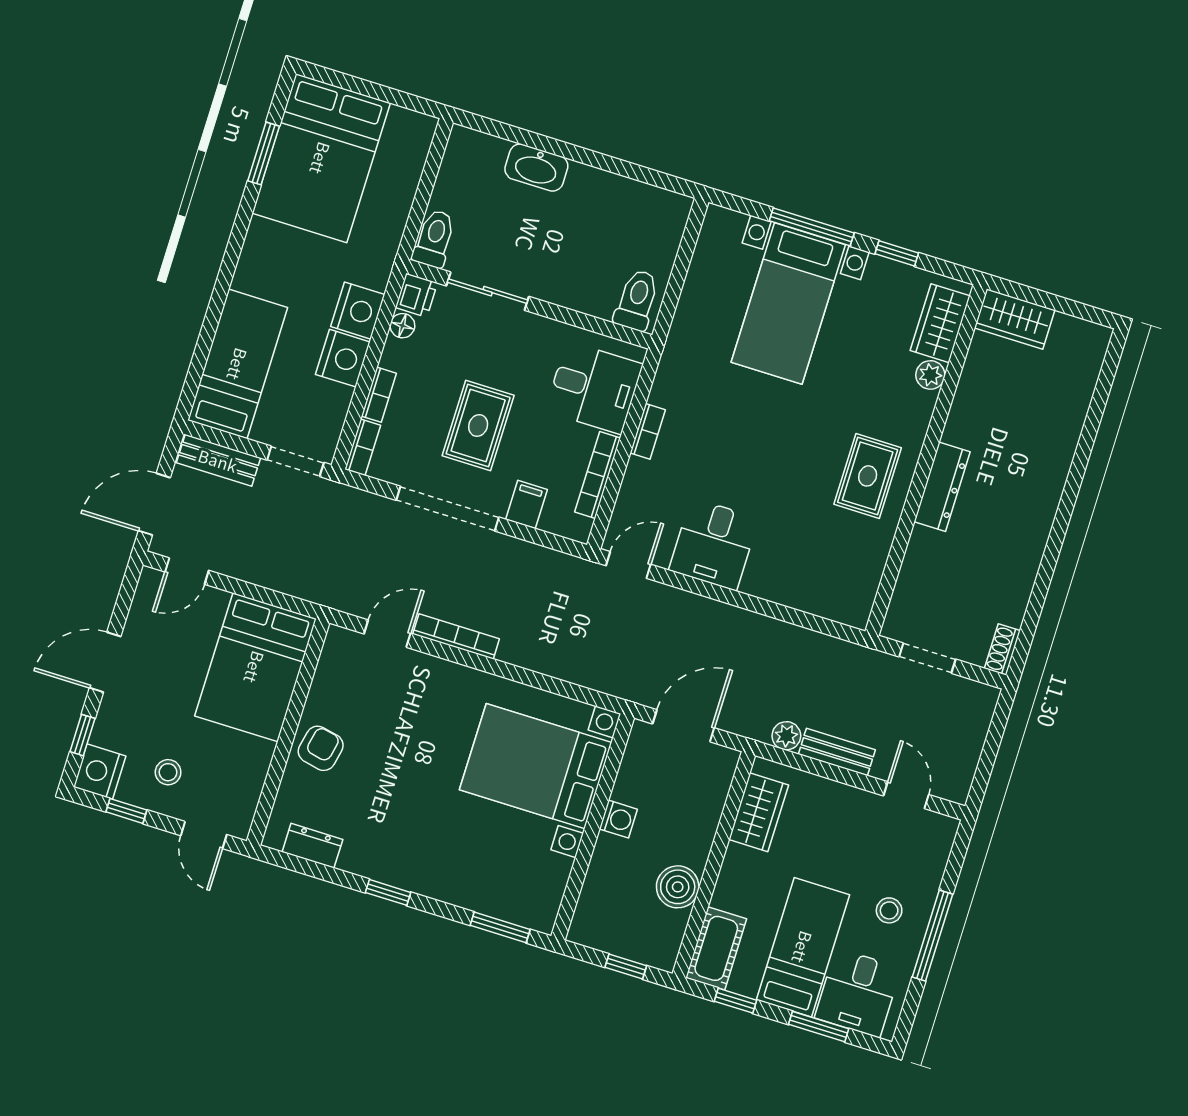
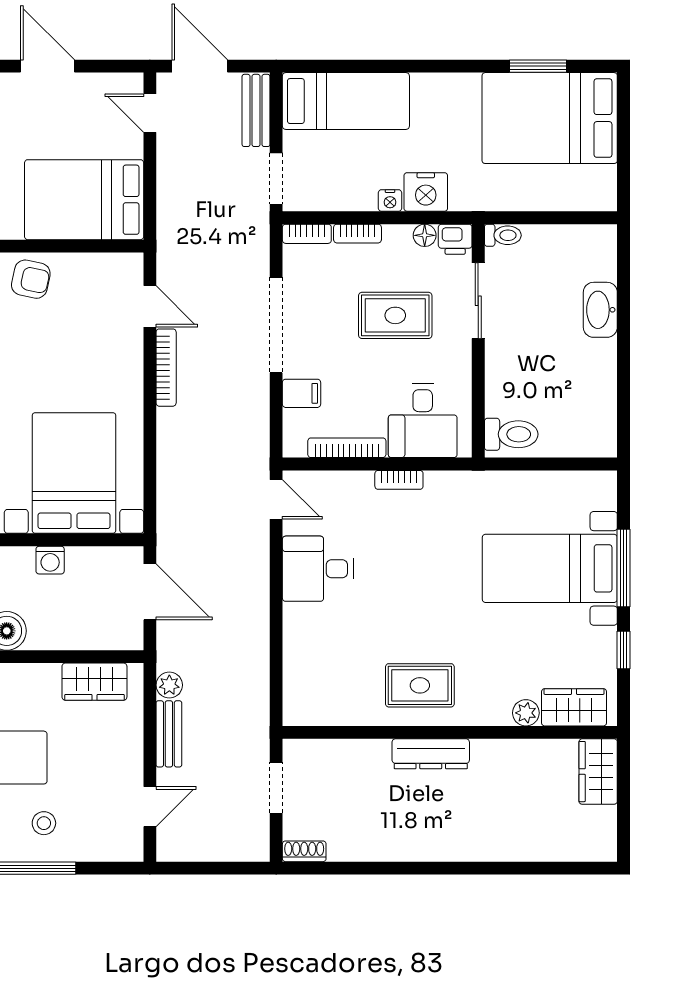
toilet: (434, 239) -> (503, 235), width x0.73, depth x0.72
nightstand: (343, 358) -> (390, 200), width x0.53, depth x0.56
rug: (478, 426) -> (395, 315), moved

